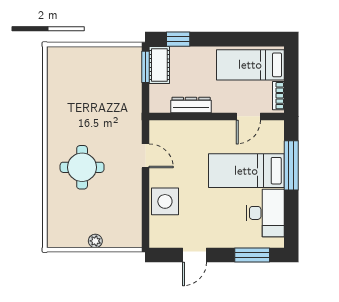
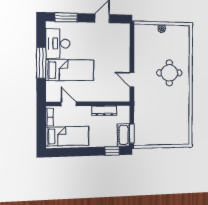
door: (248, 116) -> (69, 104), hinge flipped
window: (291, 165) -> (41, 63), moved
side table: (165, 201) -> (120, 52), removed

